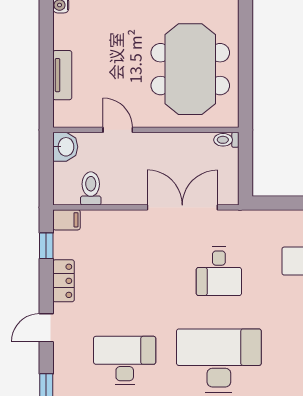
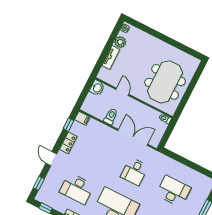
plant: (65, 36) -> (120, 42), added
toilet: (91, 188) -> (111, 116), moved
door: (46, 328) -> (51, 159), hinge flipped
desk: (125, 360) -> (77, 189), turned 180

